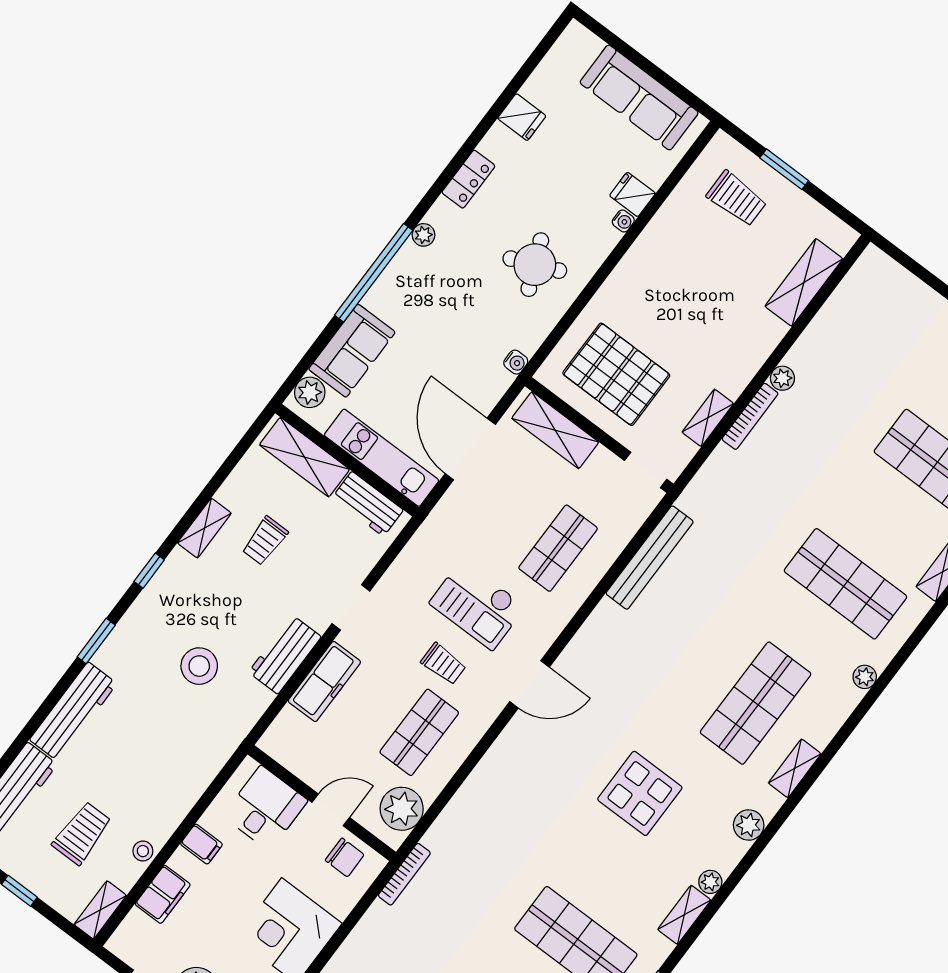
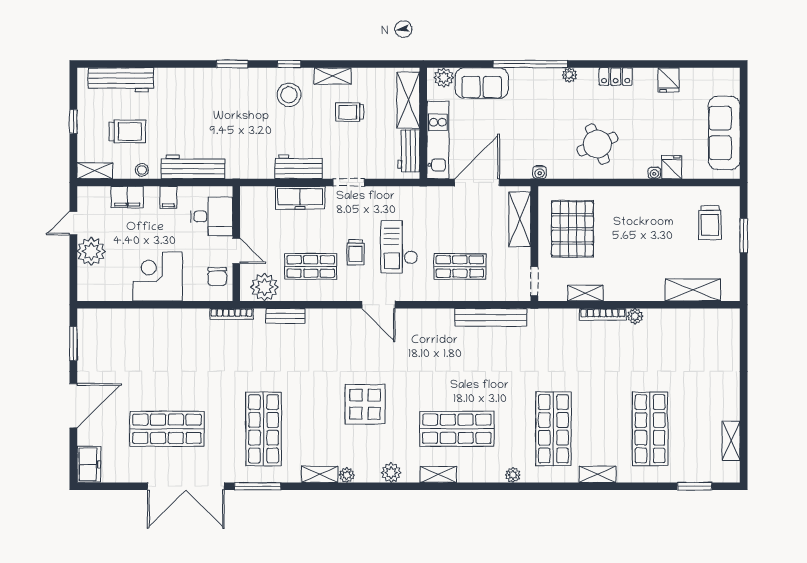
stool: (199, 666) -> (289, 95), moved
workbench: (73, 712) -> (193, 167), moved, turned 180
bench: (457, 810) -> (285, 316), added

